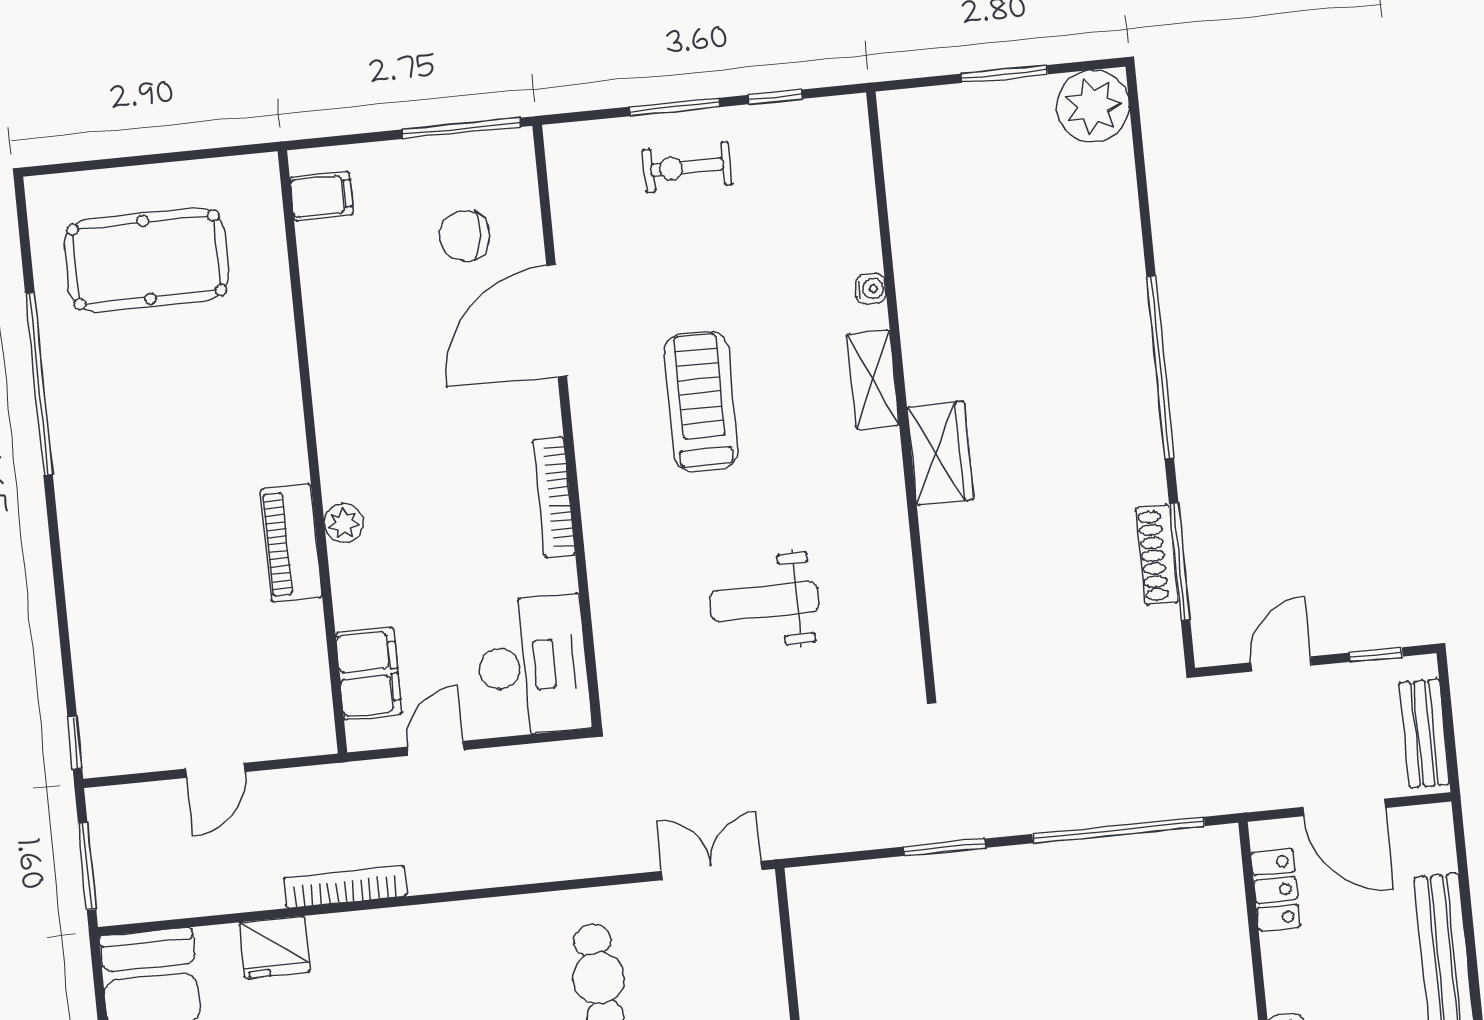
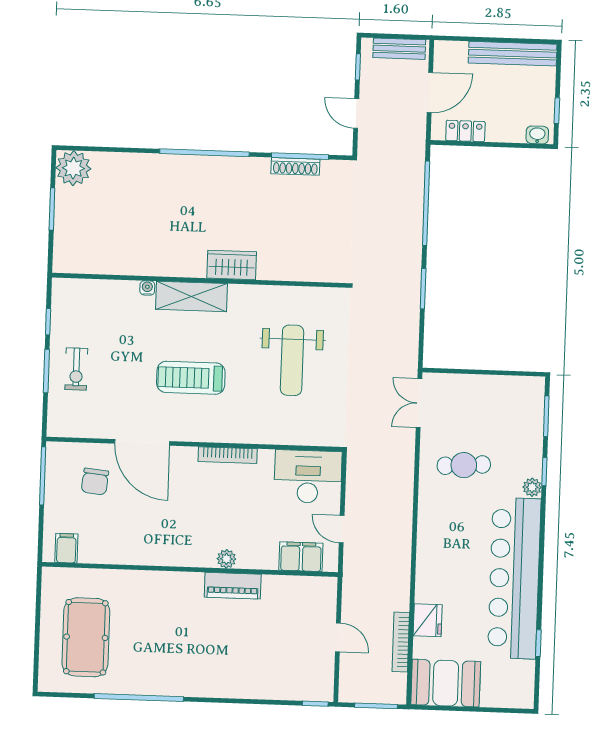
shelving: (873, 380) -> (191, 296), width x1.50, depth x1.33
weight bench: (764, 602) -> (292, 360), width x1.36, depth x1.33
bookcase: (345, 887) -> (401, 642), moved

